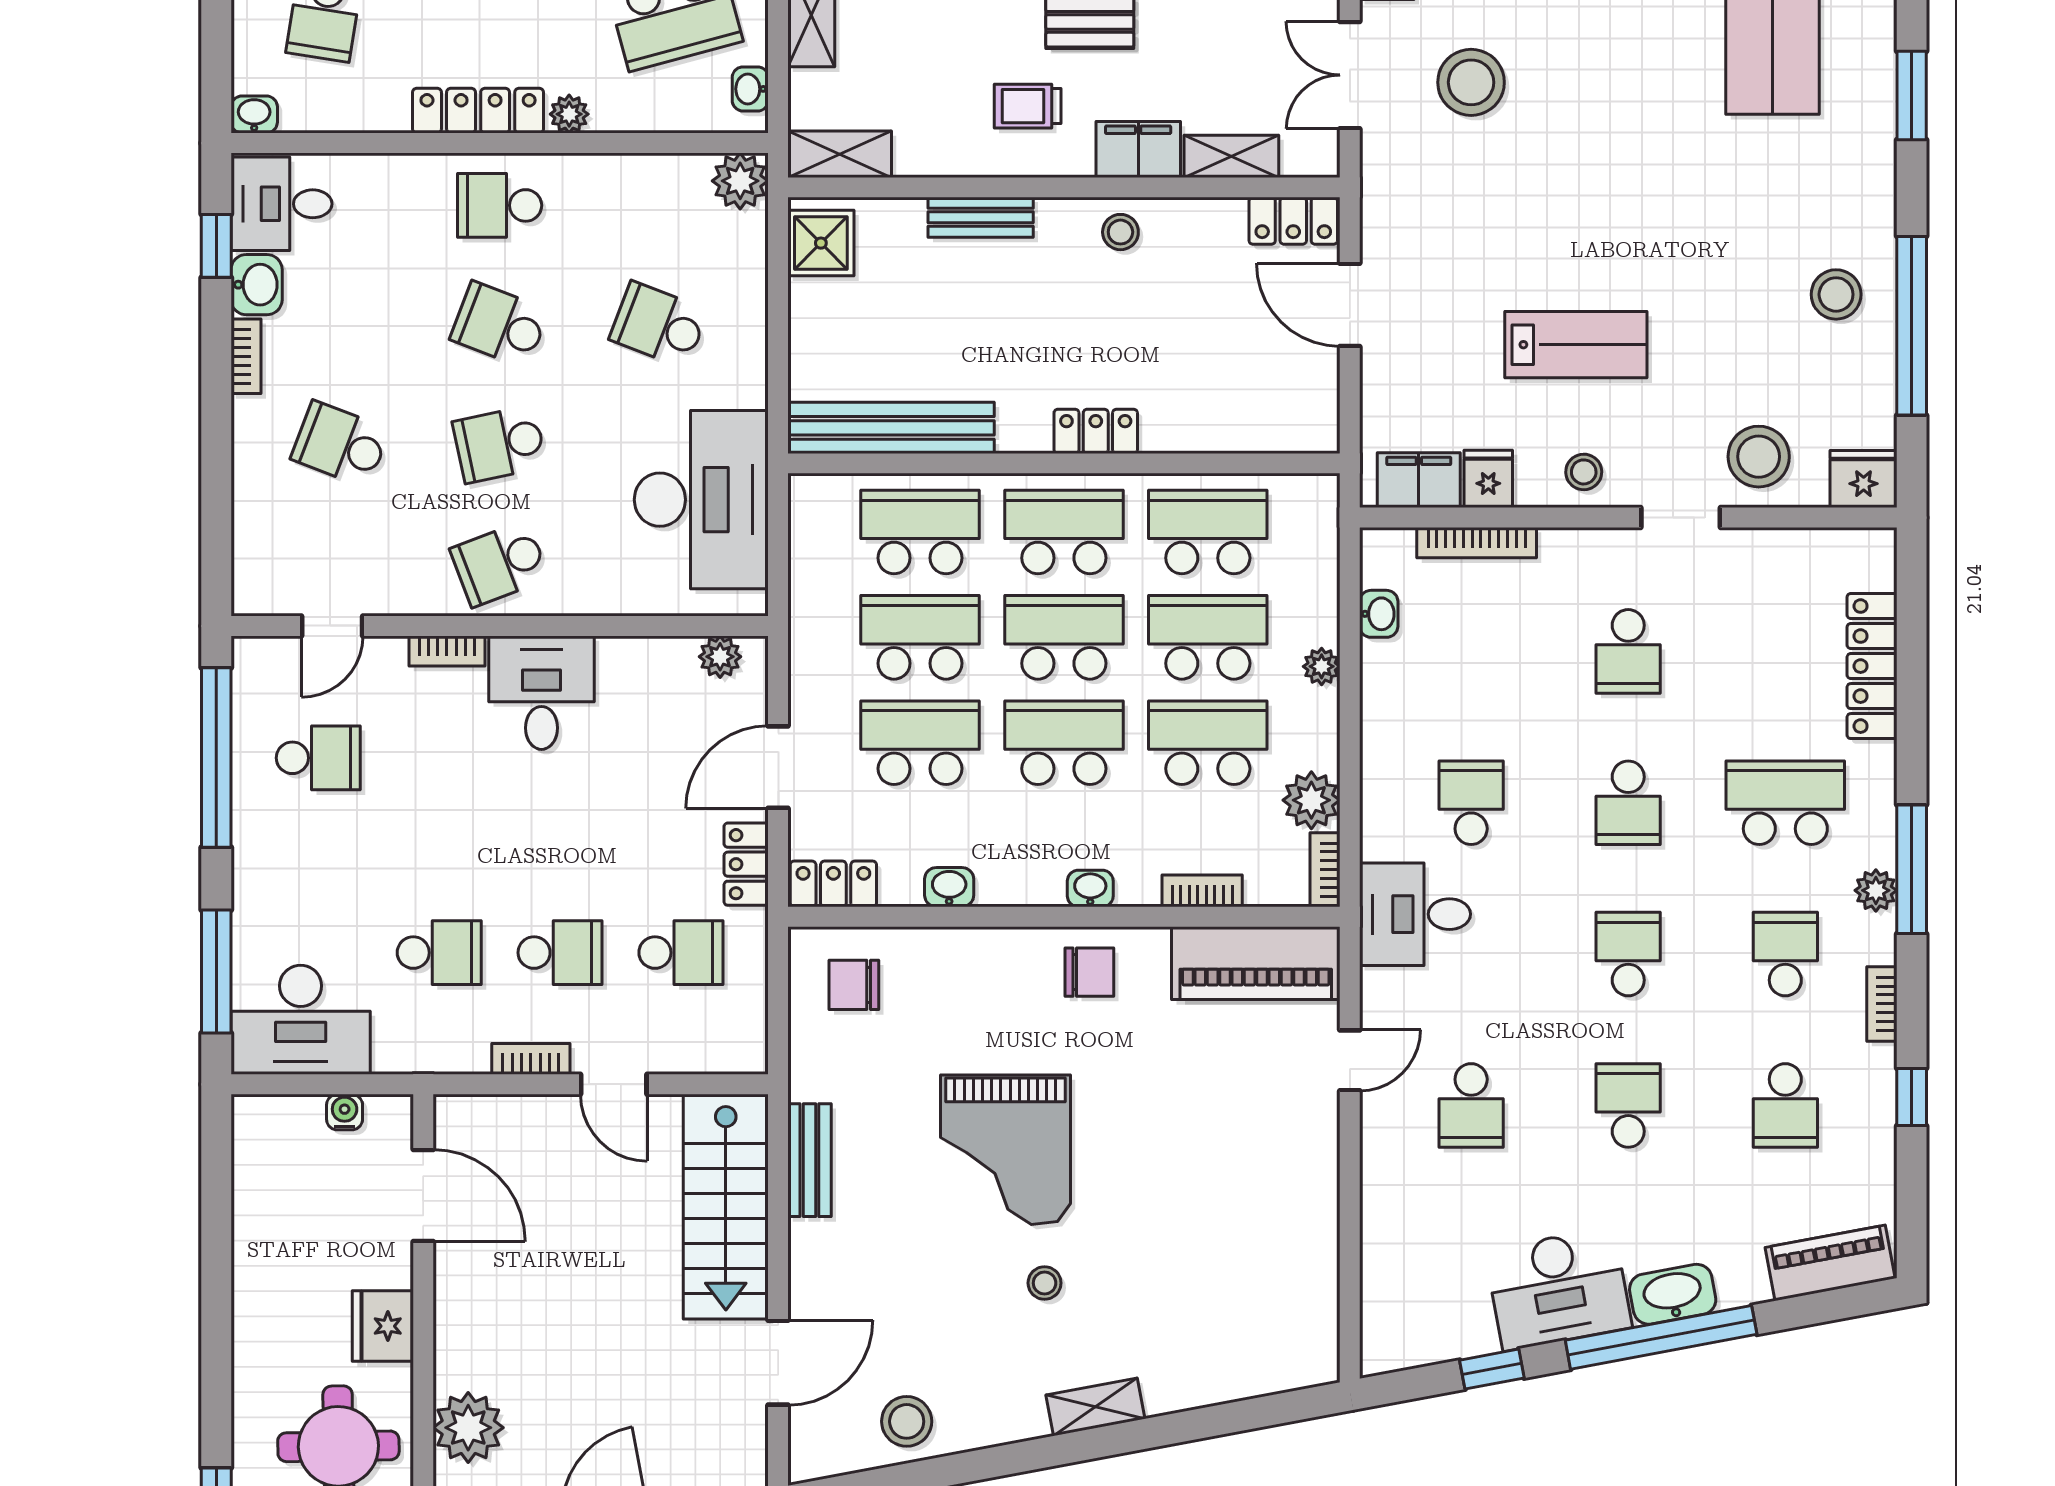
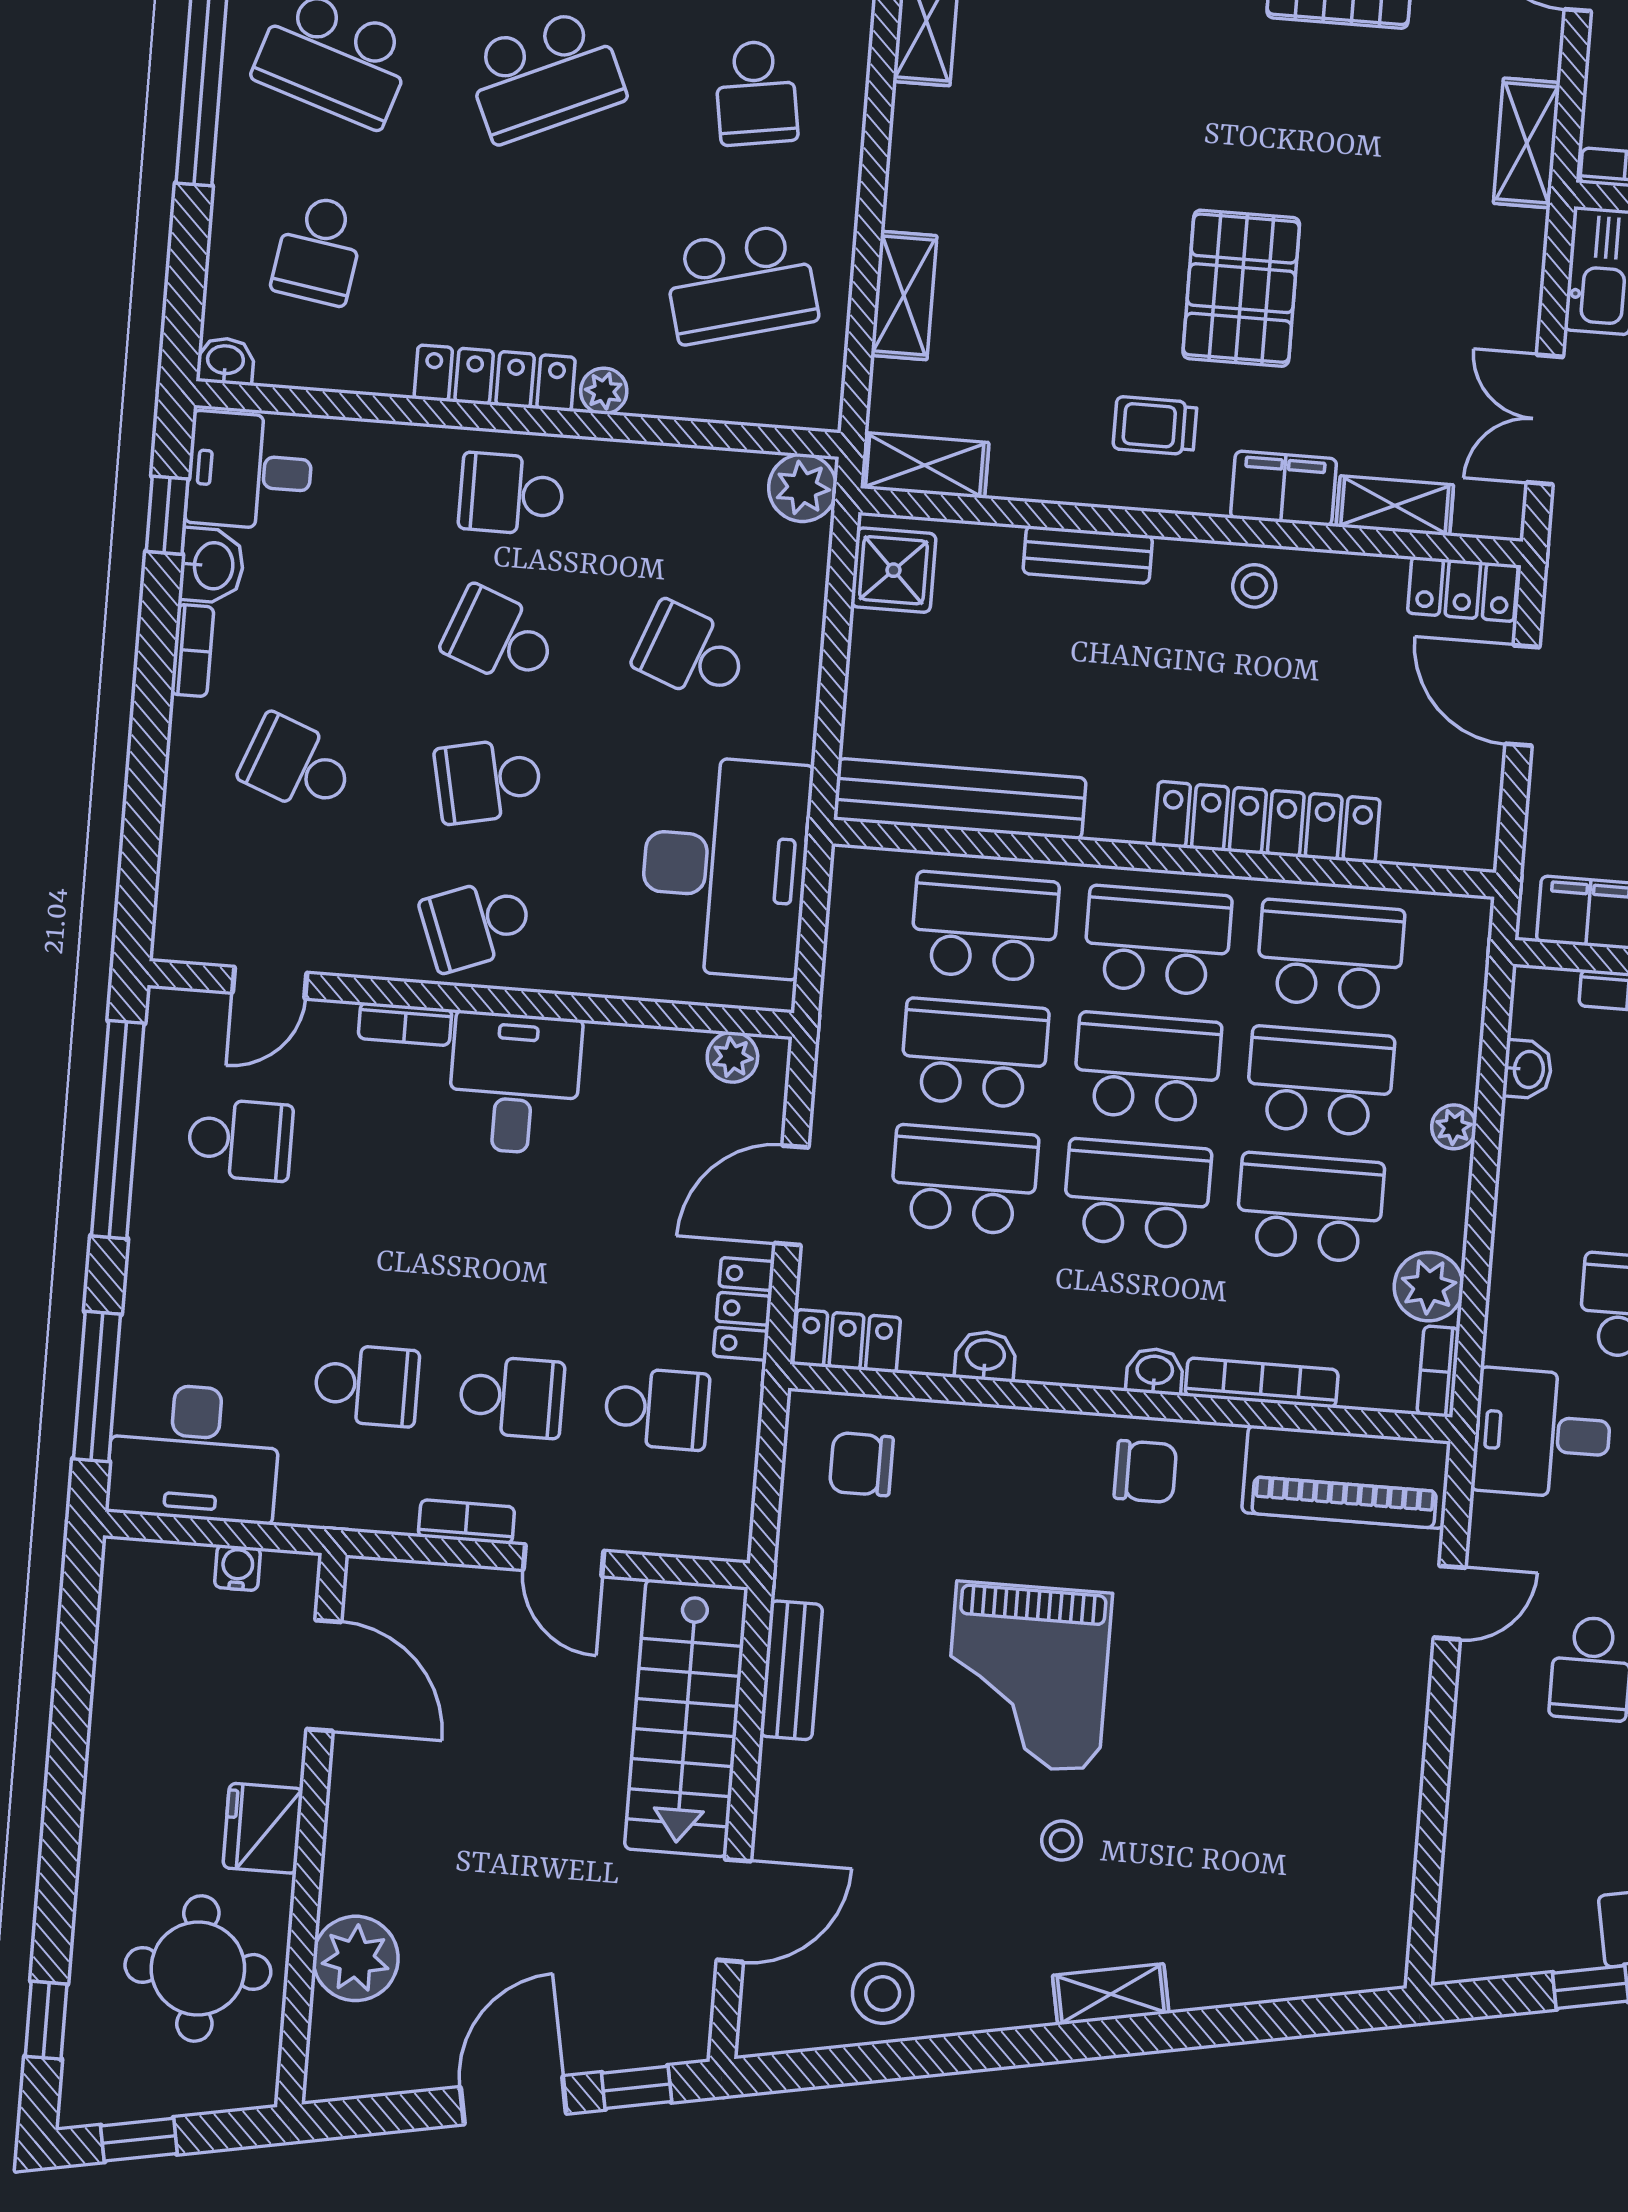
washbasin: (750, 89) -> (824, 378), removed
locker: (1096, 431) -> (1267, 822), width x2.16, depth x1.21
bookcase: (1202, 891) -> (1262, 1383), width x1.56

